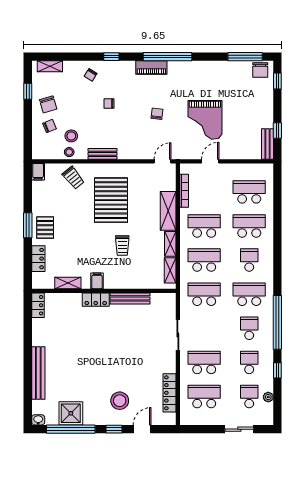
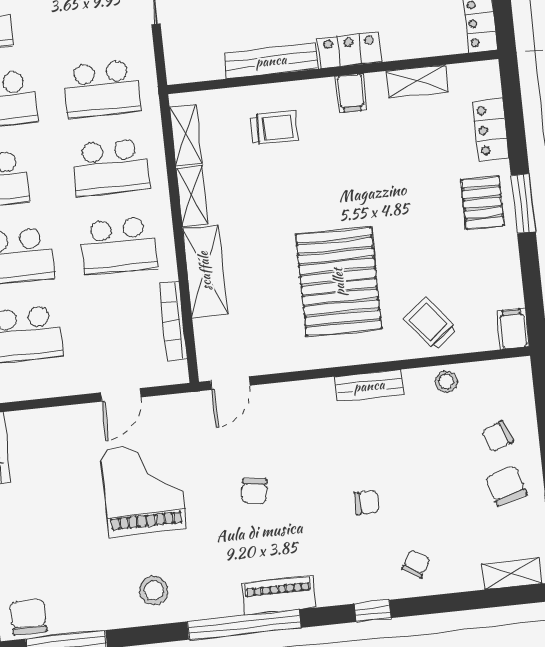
stool: (71, 136) -> (154, 590), moved
trolley: (122, 246) -> (274, 128), moved, turned 90

